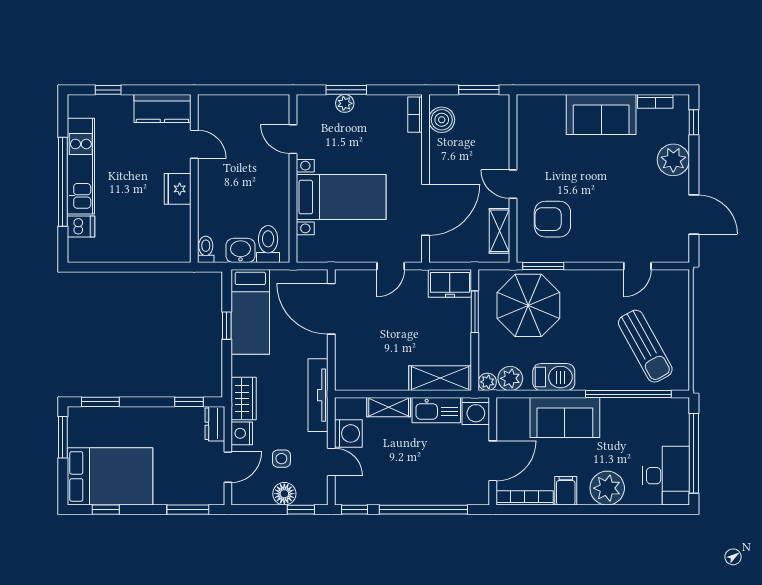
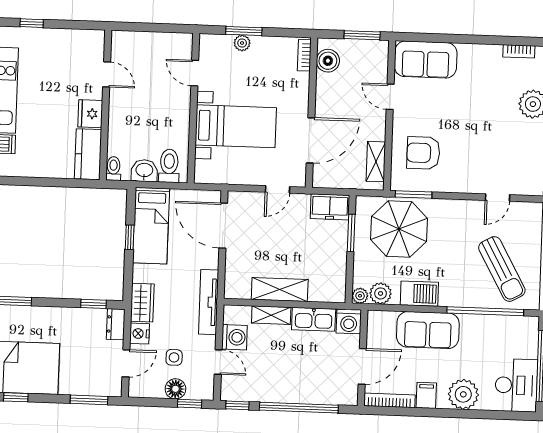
kitchen counter: (162, 108) -> (88, 154), moved, turned 90
sofa: (601, 114) -> (426, 60), moved
door: (513, 184) -> (390, 97), moved
shelving: (440, 378) -> (280, 290), moved

